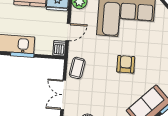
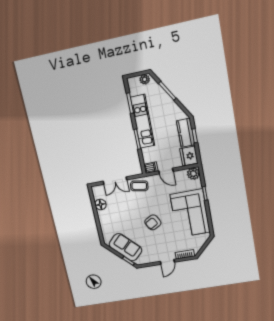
armchair: (126, 64) -> (153, 222), turned 151
double door: (63, 95) -> (115, 181), swing flipped

